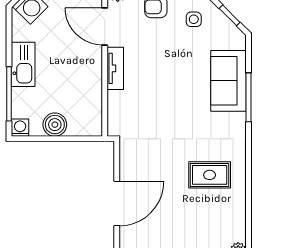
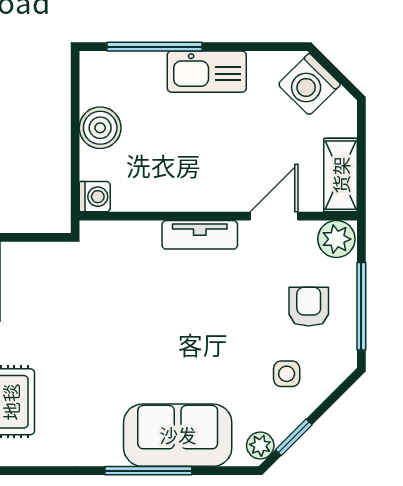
door: (105, 26) -> (274, 216), width x0.73
plant: (234, 34) -> (260, 446), added
washing machine: (20, 128) -> (95, 197), moved

